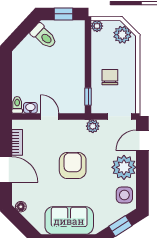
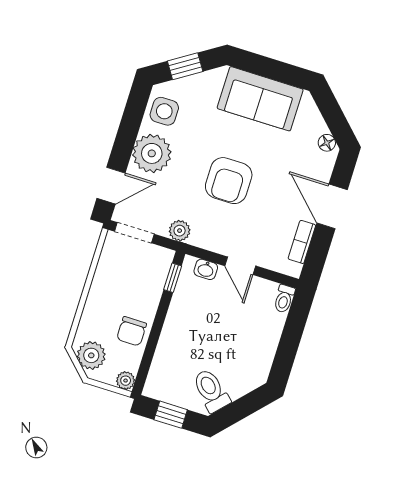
chair: (110, 77) -> (132, 331), moved
washbasin: (30, 108) -> (206, 269), moved

